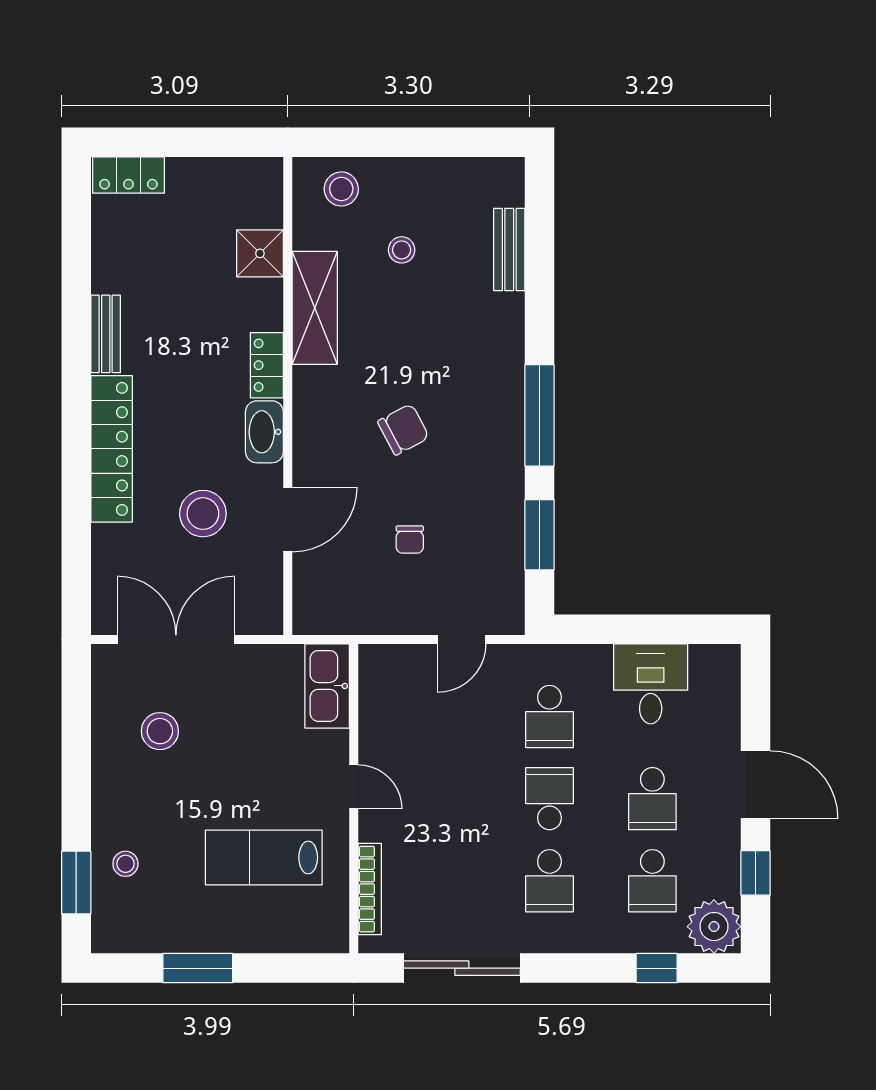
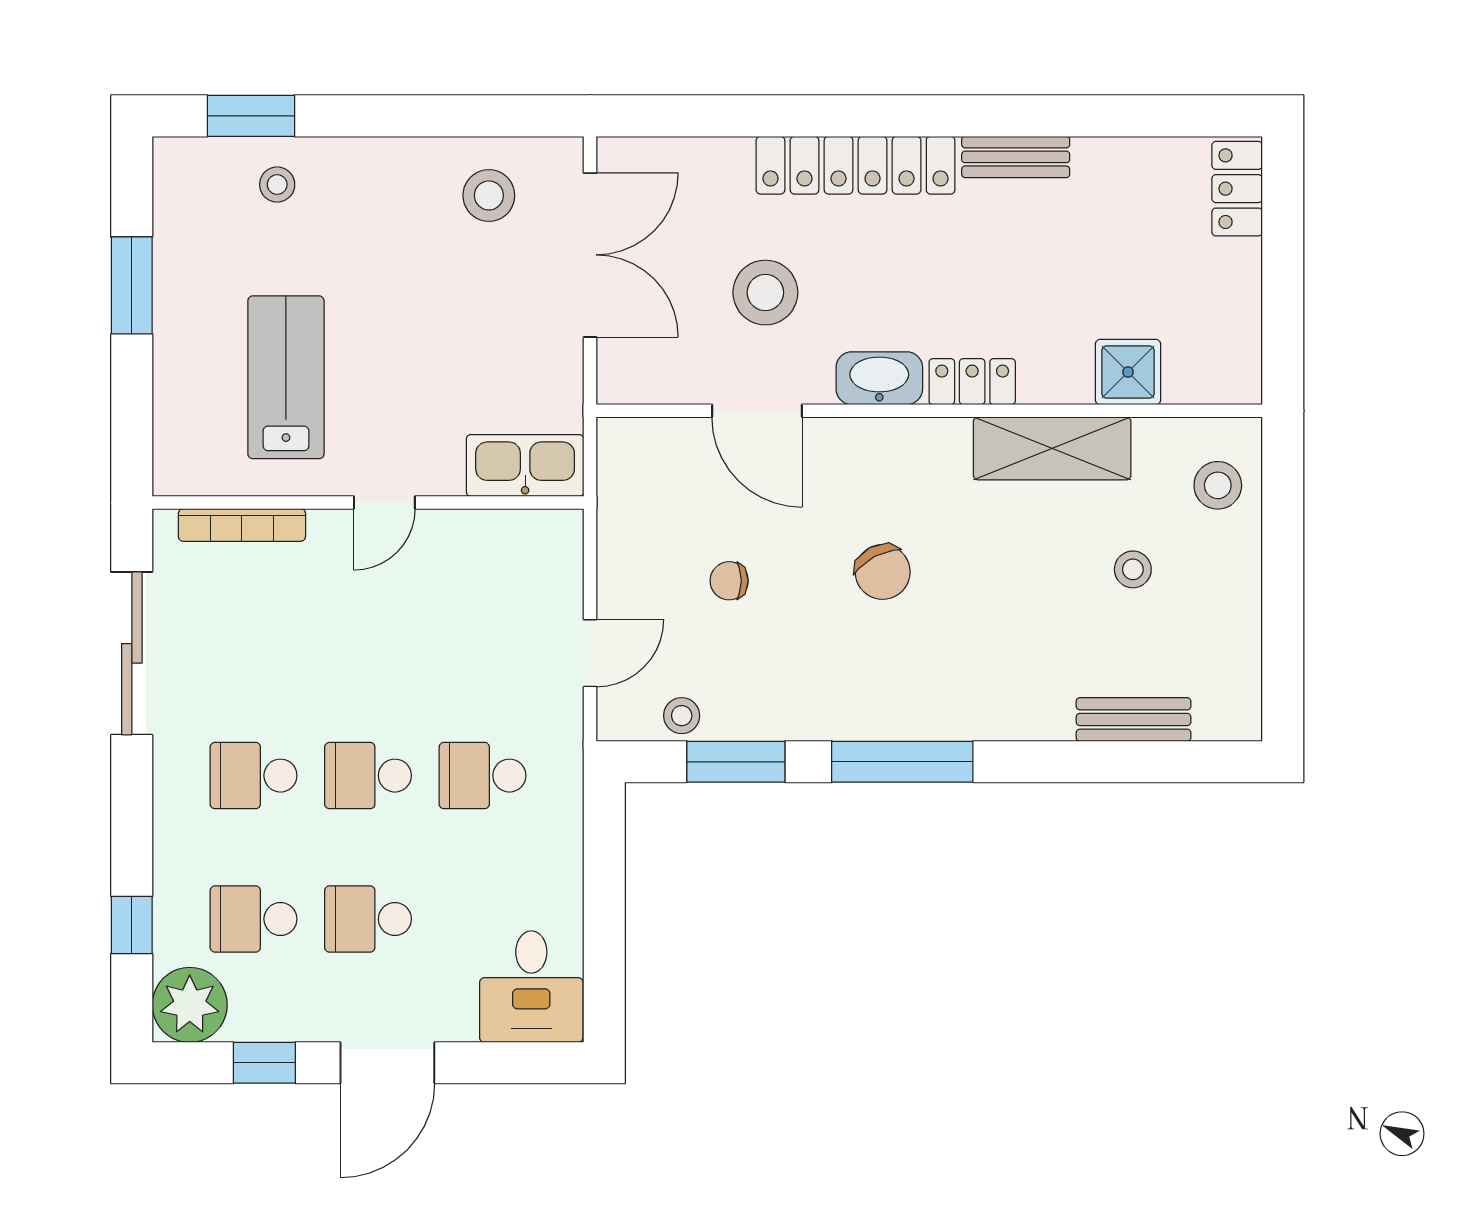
stool: (506, 574) -> (682, 716), added
door: (462, 639) -> (590, 653), swing flipped
desk: (651, 684) -> (531, 987), moved, turned 90
stool: (160, 731) -> (489, 195), moved
school desk: (549, 799) -> (368, 776), turned 180

